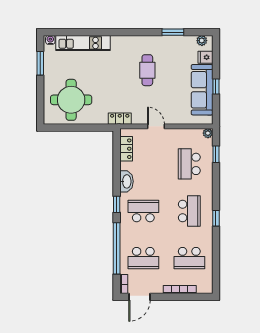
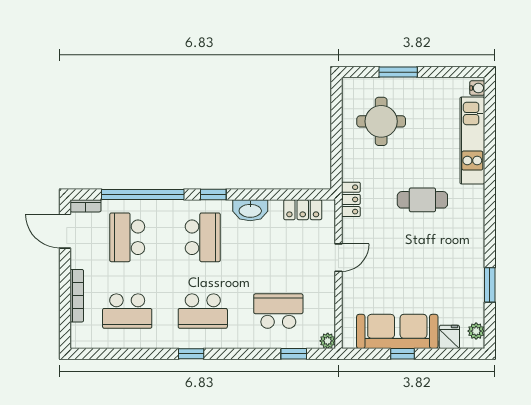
window: (40, 63) -> (398, 72), moved
cafe table: (147, 70) -> (422, 200), moved
round table: (71, 100) -> (381, 121), width x0.73, depth x0.73
school desk: (189, 258) -> (127, 311), turned -90

